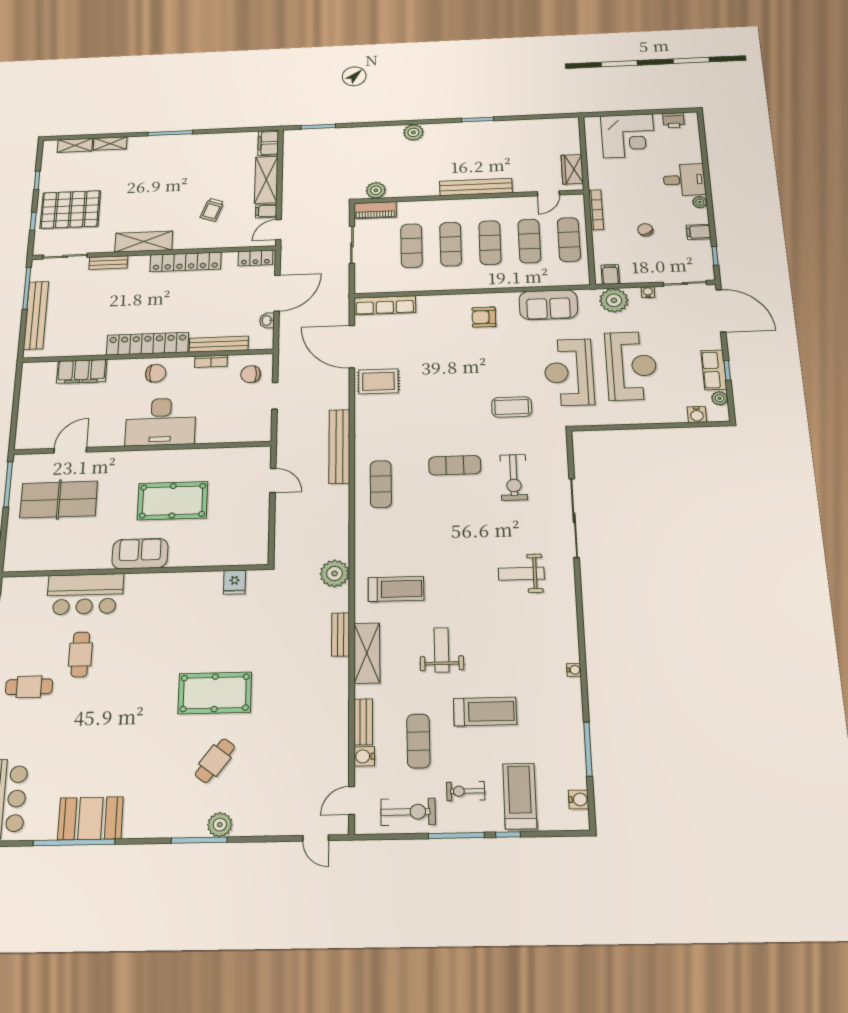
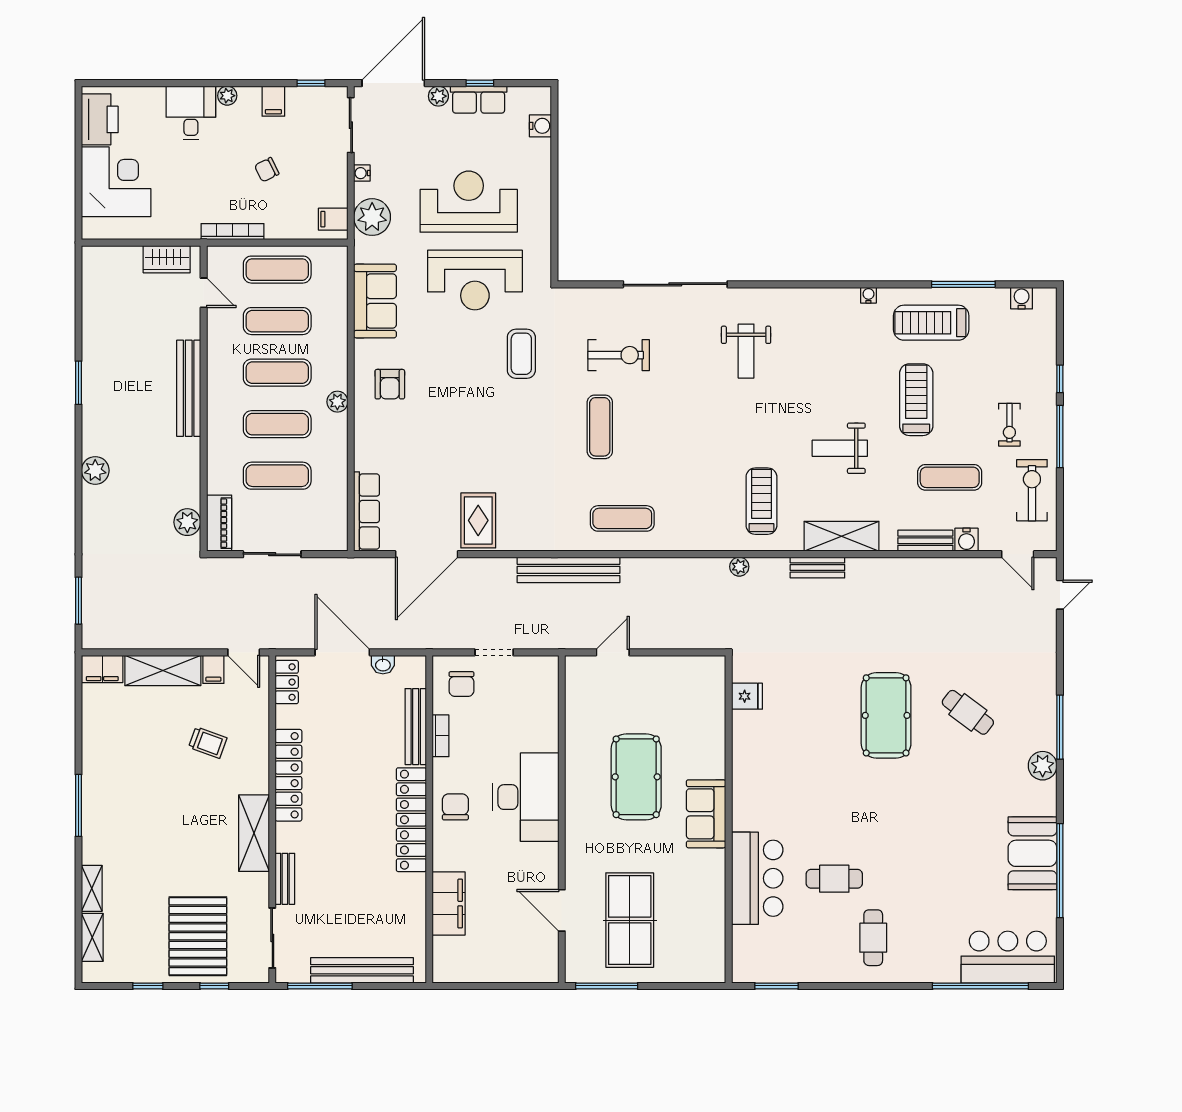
printer: (673, 120) -> (100, 119), width x1.87, depth x1.48
plant: (469, 283) -> (337, 402), added
plant: (720, 398) -> (438, 96), moved
plant: (335, 573) -> (739, 567), width x0.53, depth x0.53
treadmill: (520, 796) -> (931, 323), moved
plant: (220, 825) -> (1043, 766), moved

